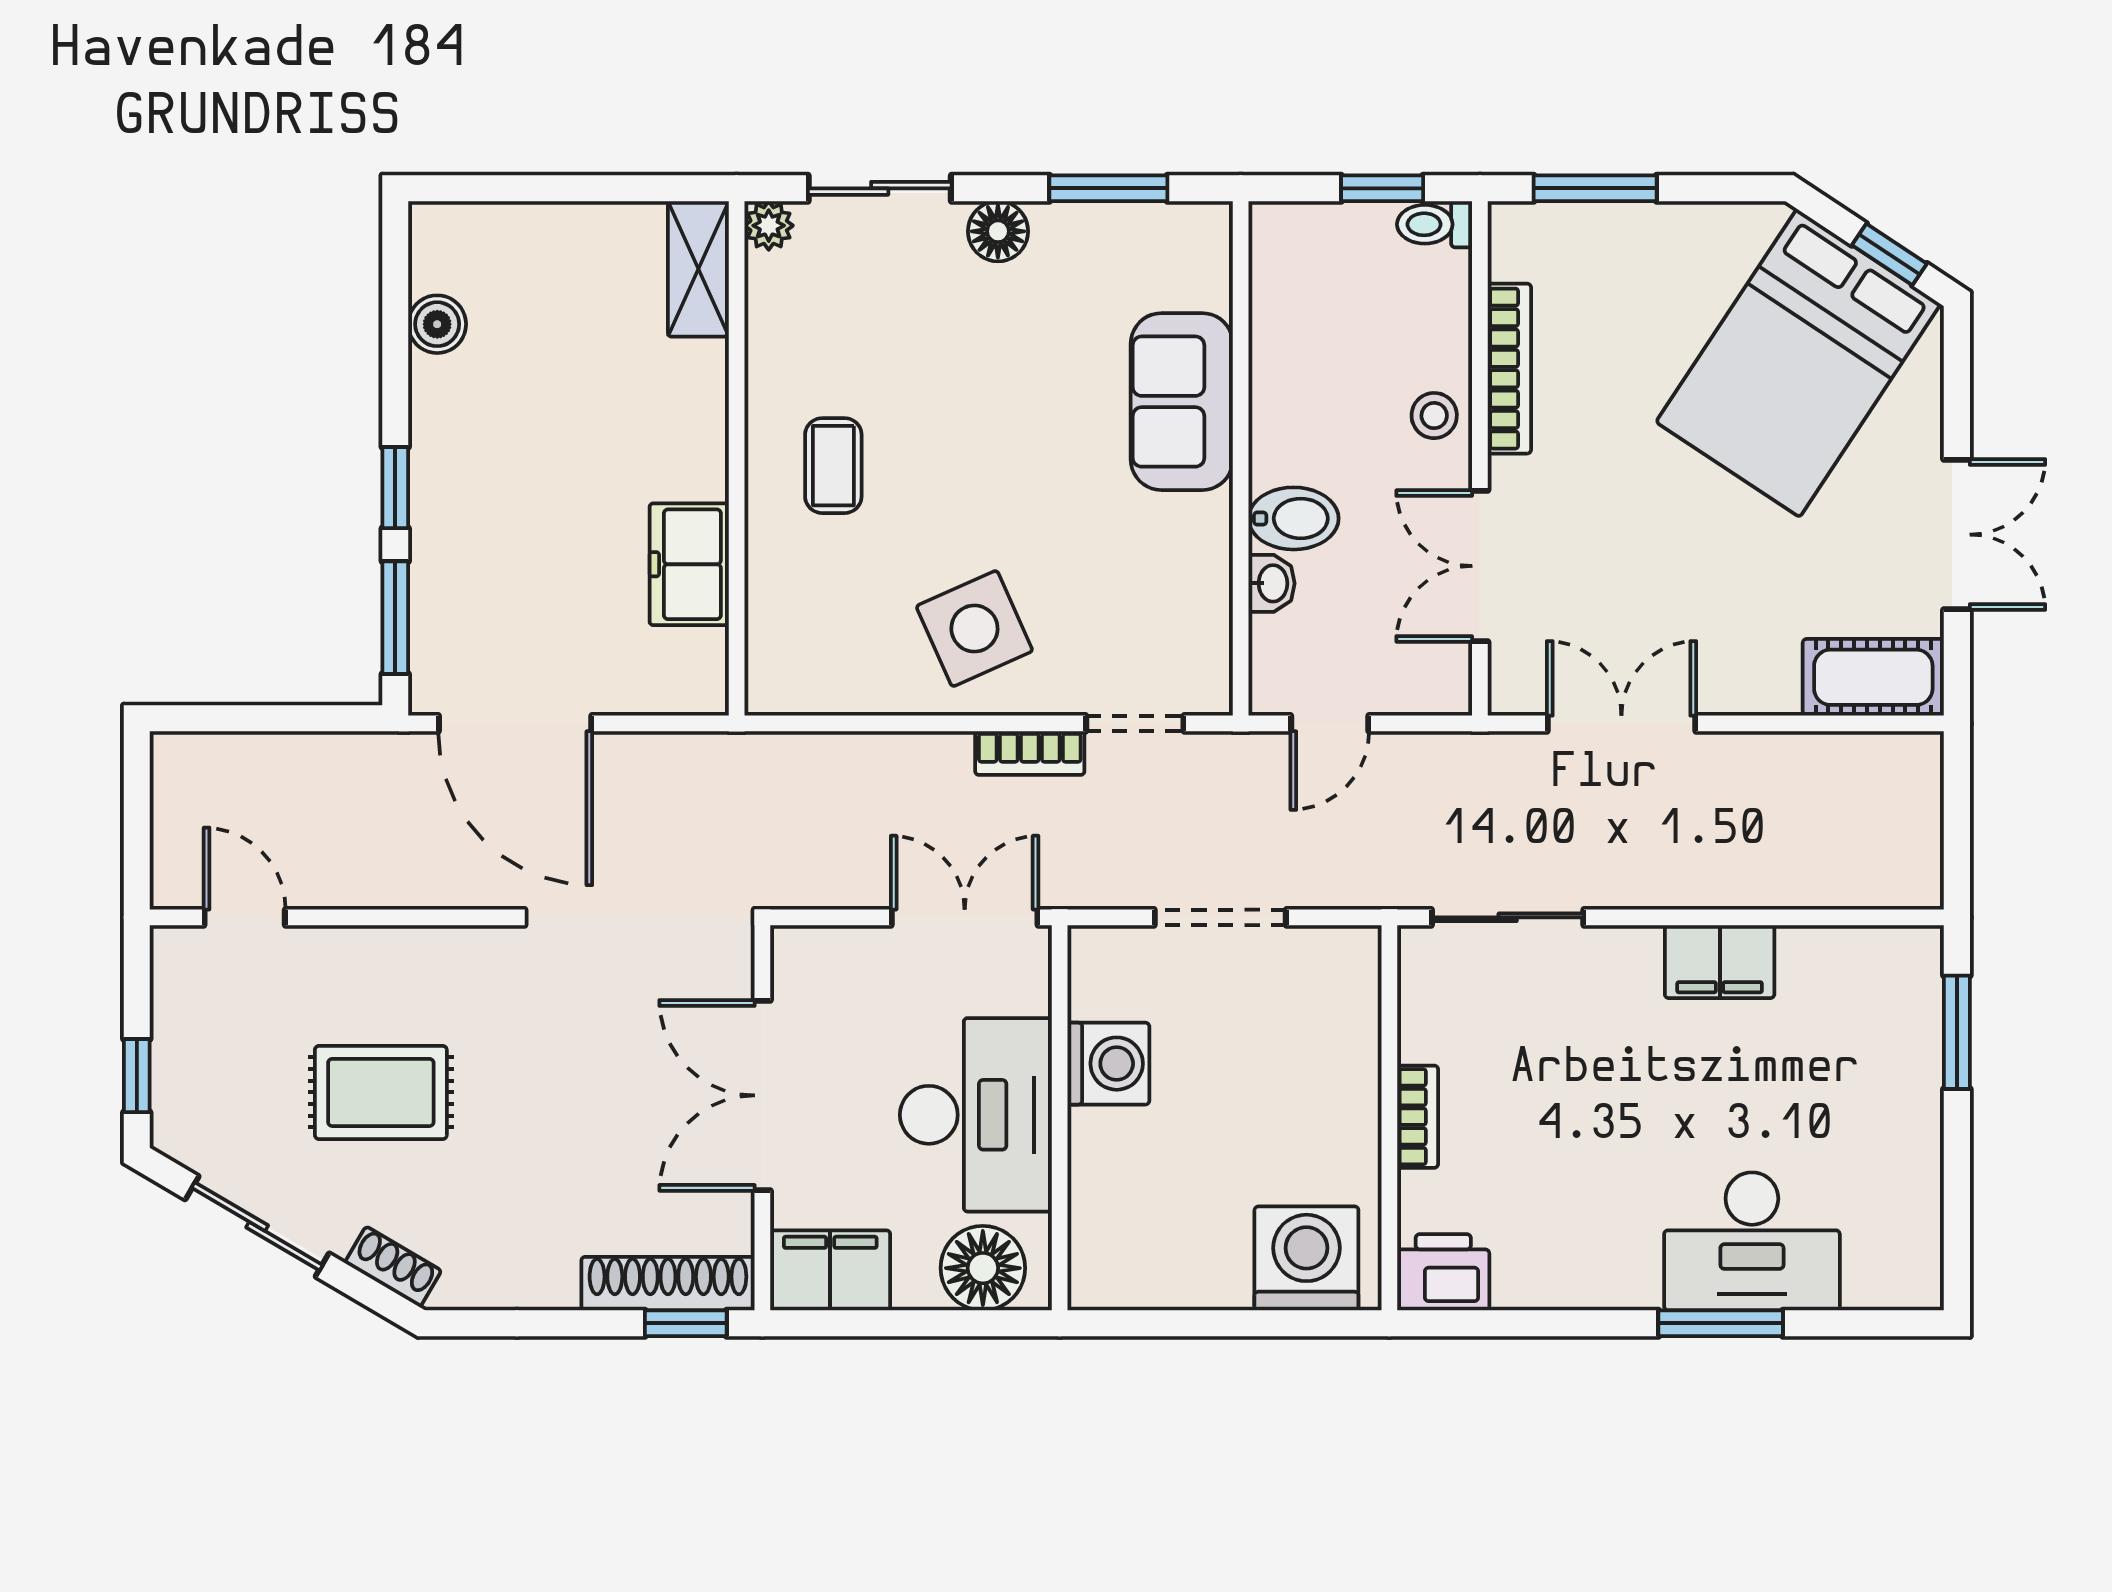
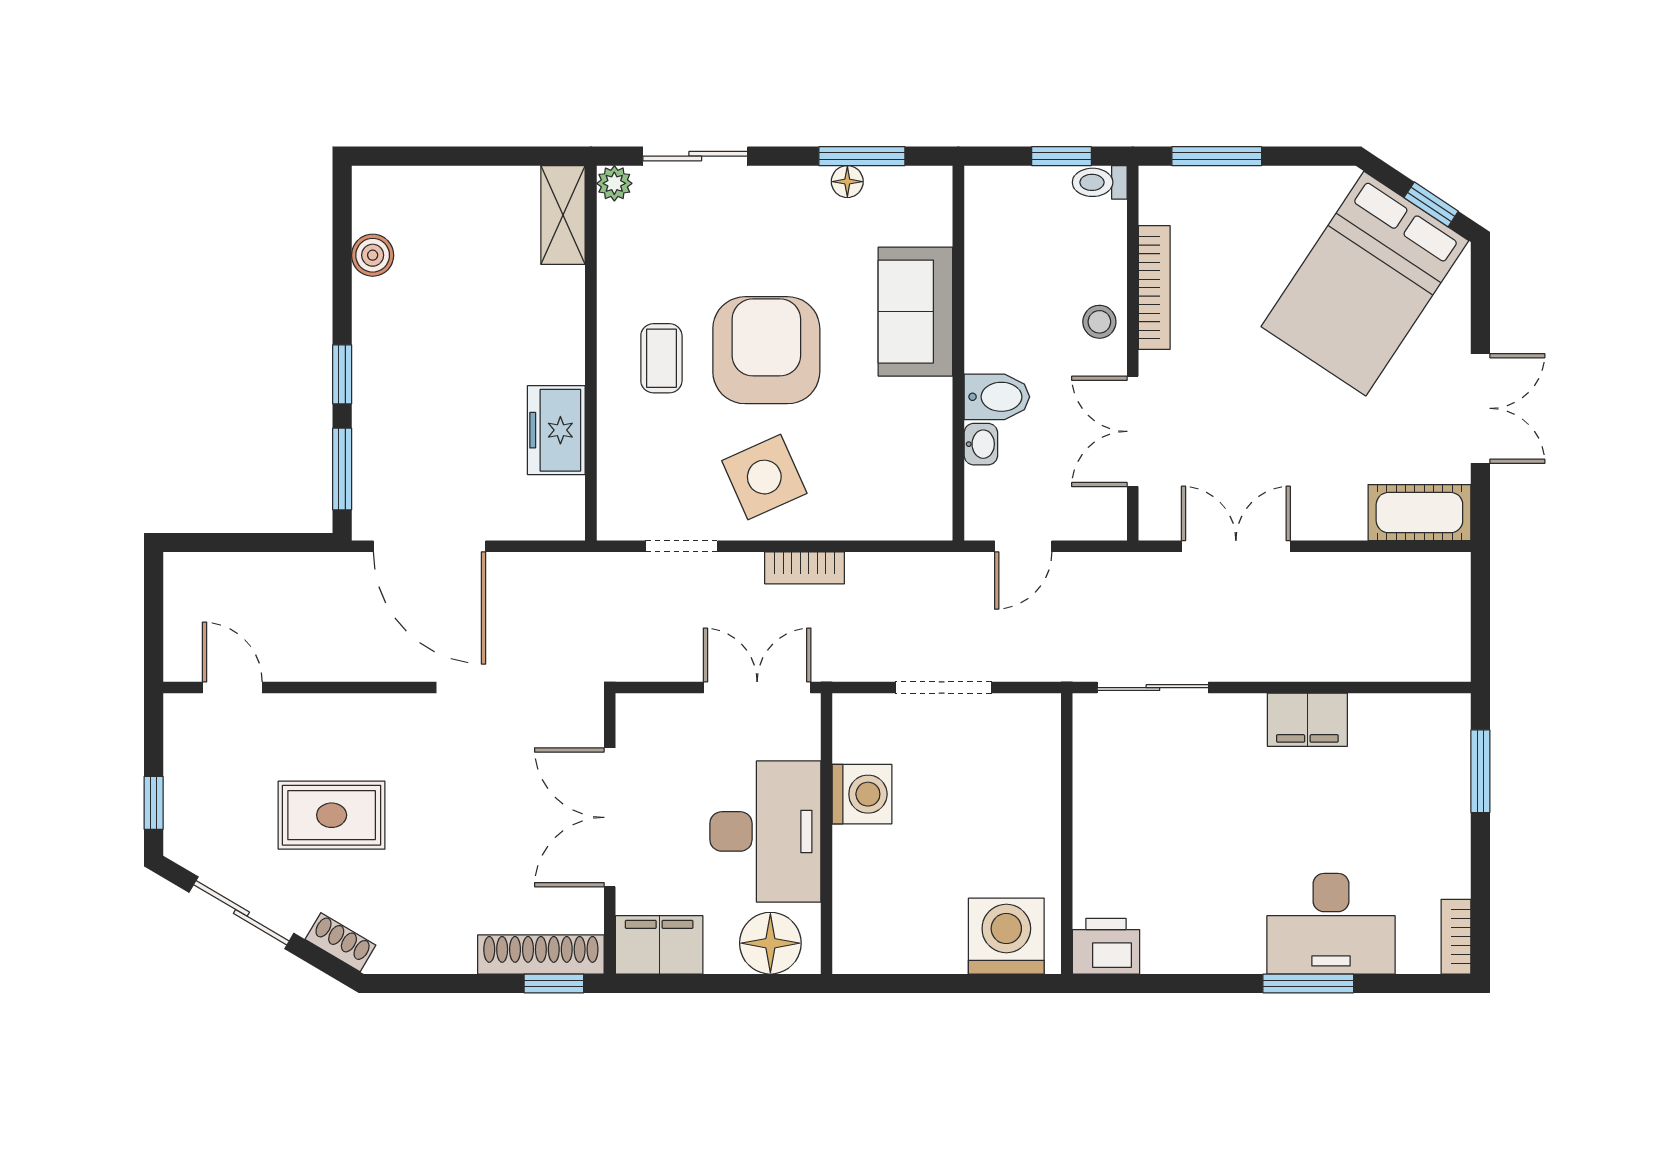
floor lamp: (998, 231) -> (847, 182), moved, width x0.73, depth x0.73
armchair: (977, 455) -> (766, 350), added
doorway: (1135, 723) -> (681, 546), moved
bookcase: (1418, 1117) -> (1456, 937), moved, turned 180

